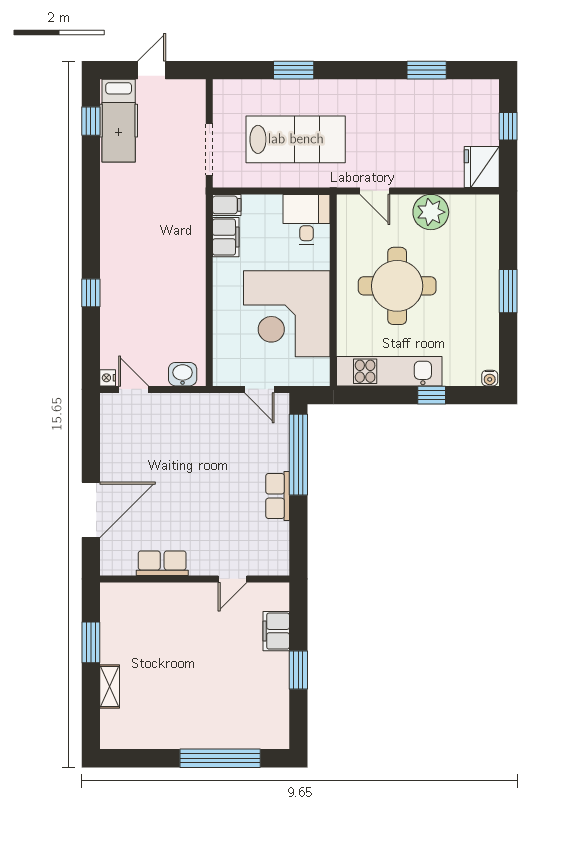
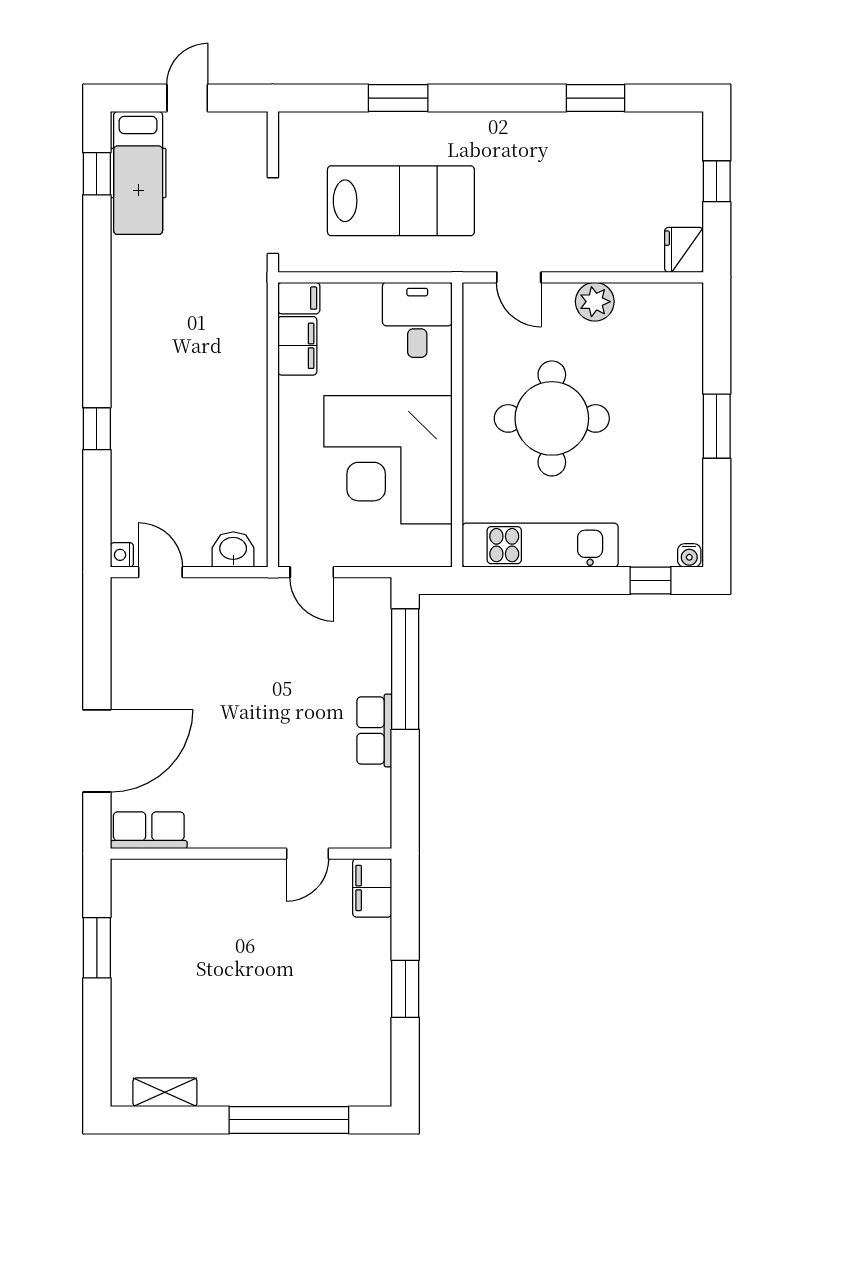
fridge: (482, 167) -> (684, 250), width x0.73, depth x0.75
plant: (431, 212) -> (595, 302), width x0.73, depth x0.73
door: (259, 389) -> (312, 572), moved
window: (432, 395) -> (651, 581), moved
row of seats: (162, 563) -> (149, 830), moved
filing cabinet: (276, 631) -> (372, 888), moved
shelving: (110, 687) -> (165, 1092), moved, turned 90

